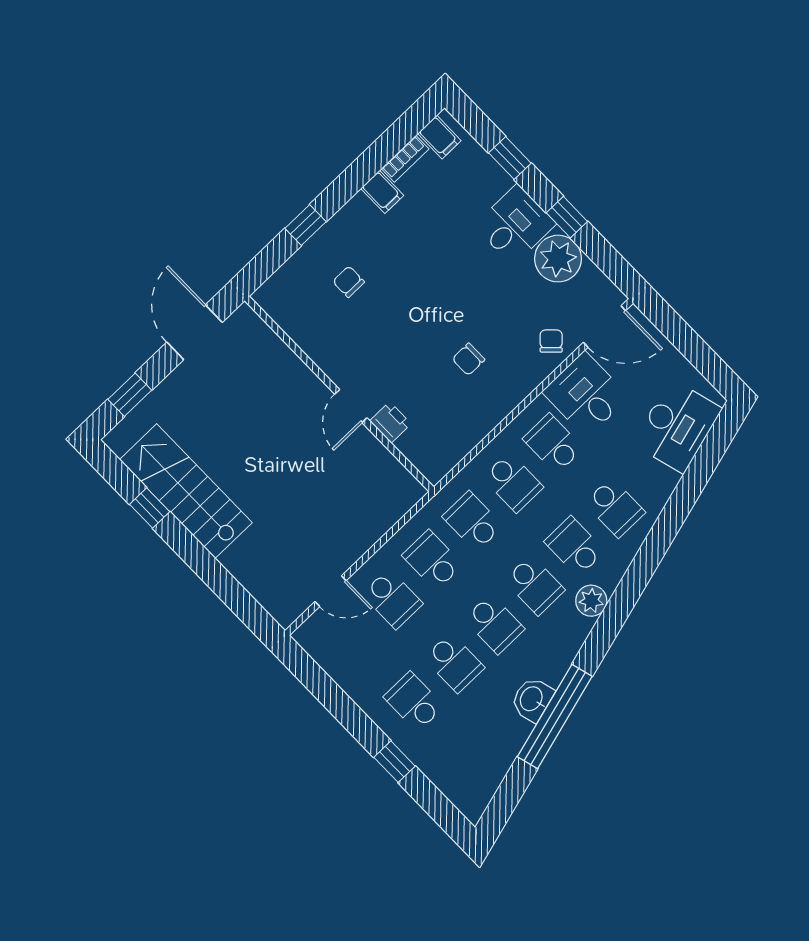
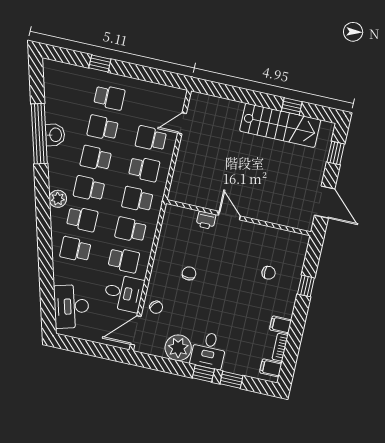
window: (567, 217) -> (203, 373), moved
school desk: (473, 521) -> (137, 199), turned 180

